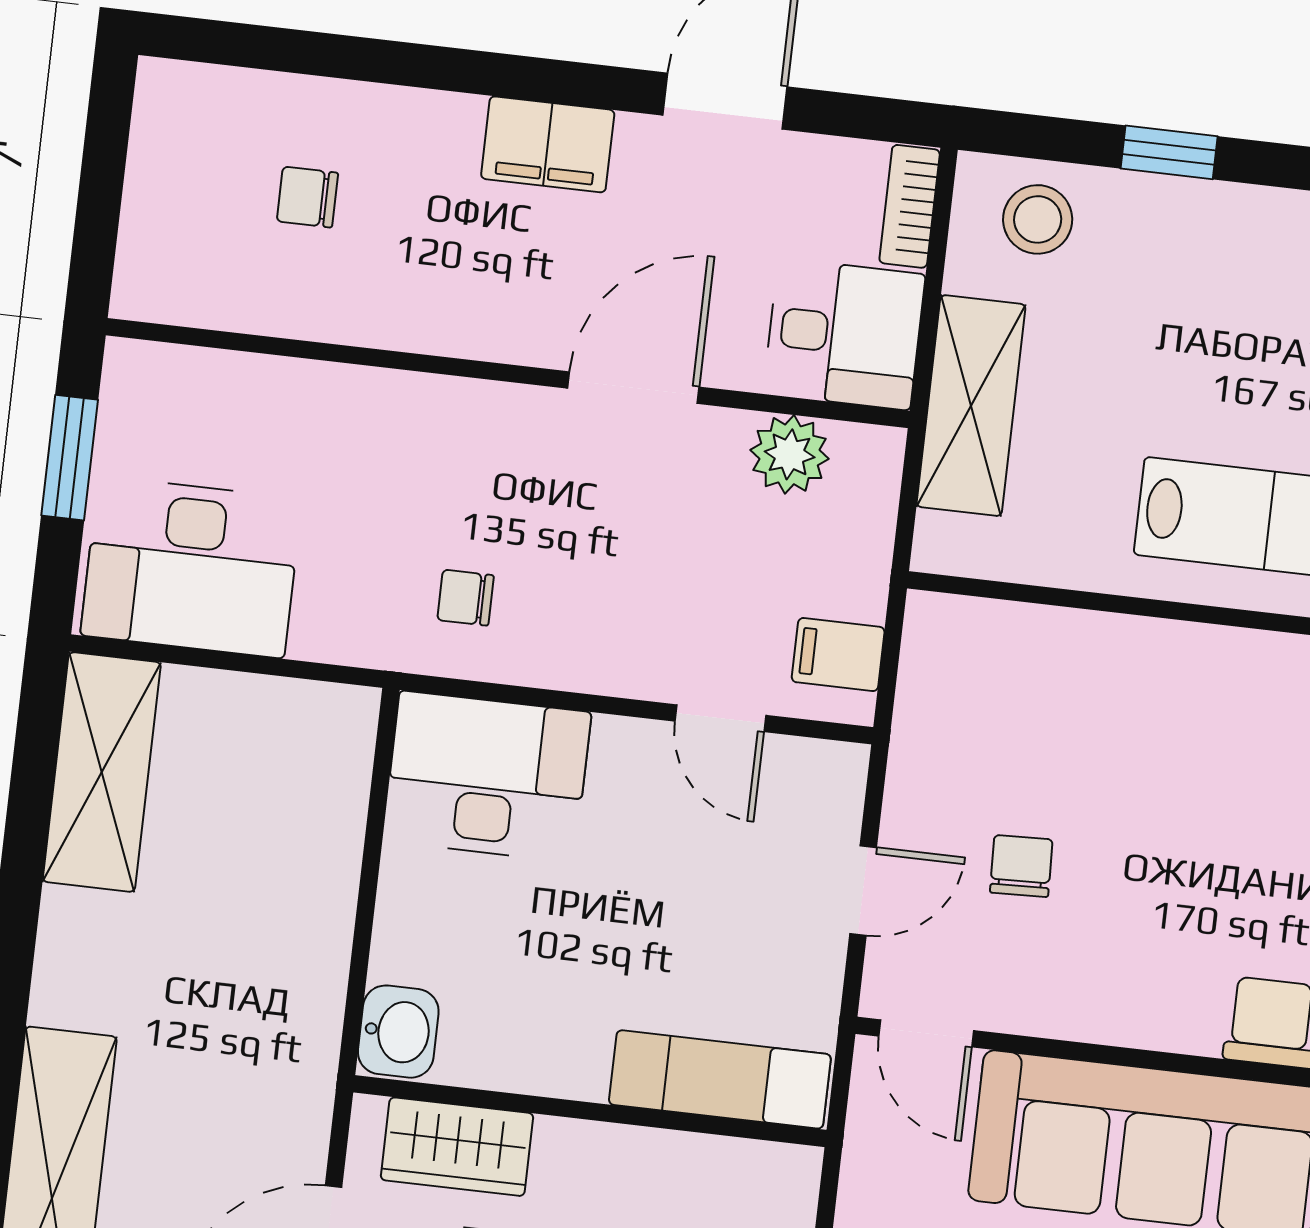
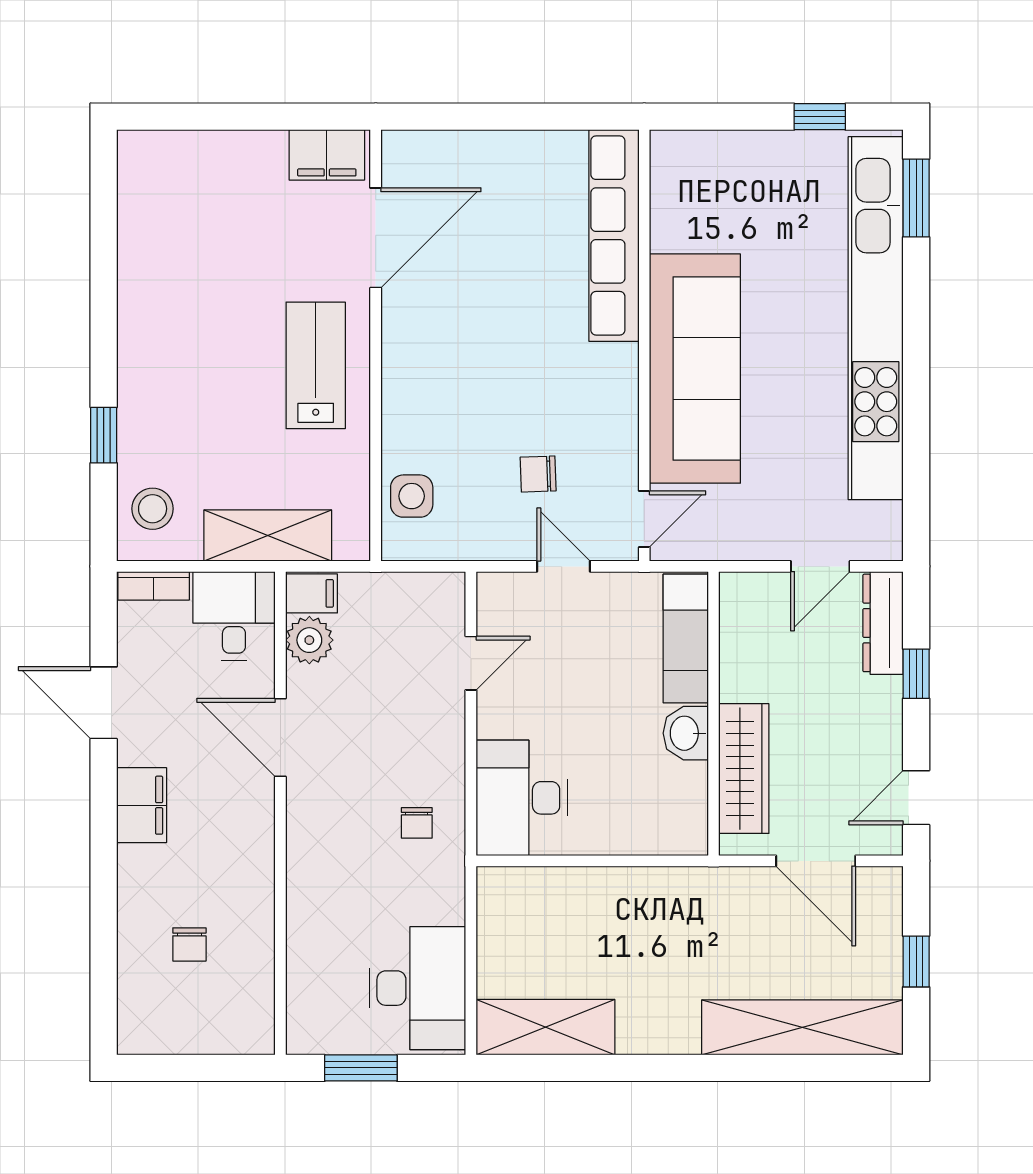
side table: (1009, 652) -> (412, 496), added
filing cabinet: (838, 655) -> (311, 593), moved, turned -90
washbasin: (398, 1032) -> (686, 733), moved, turned -90
wardrobe: (457, 1147) -> (744, 769), width x1.50

